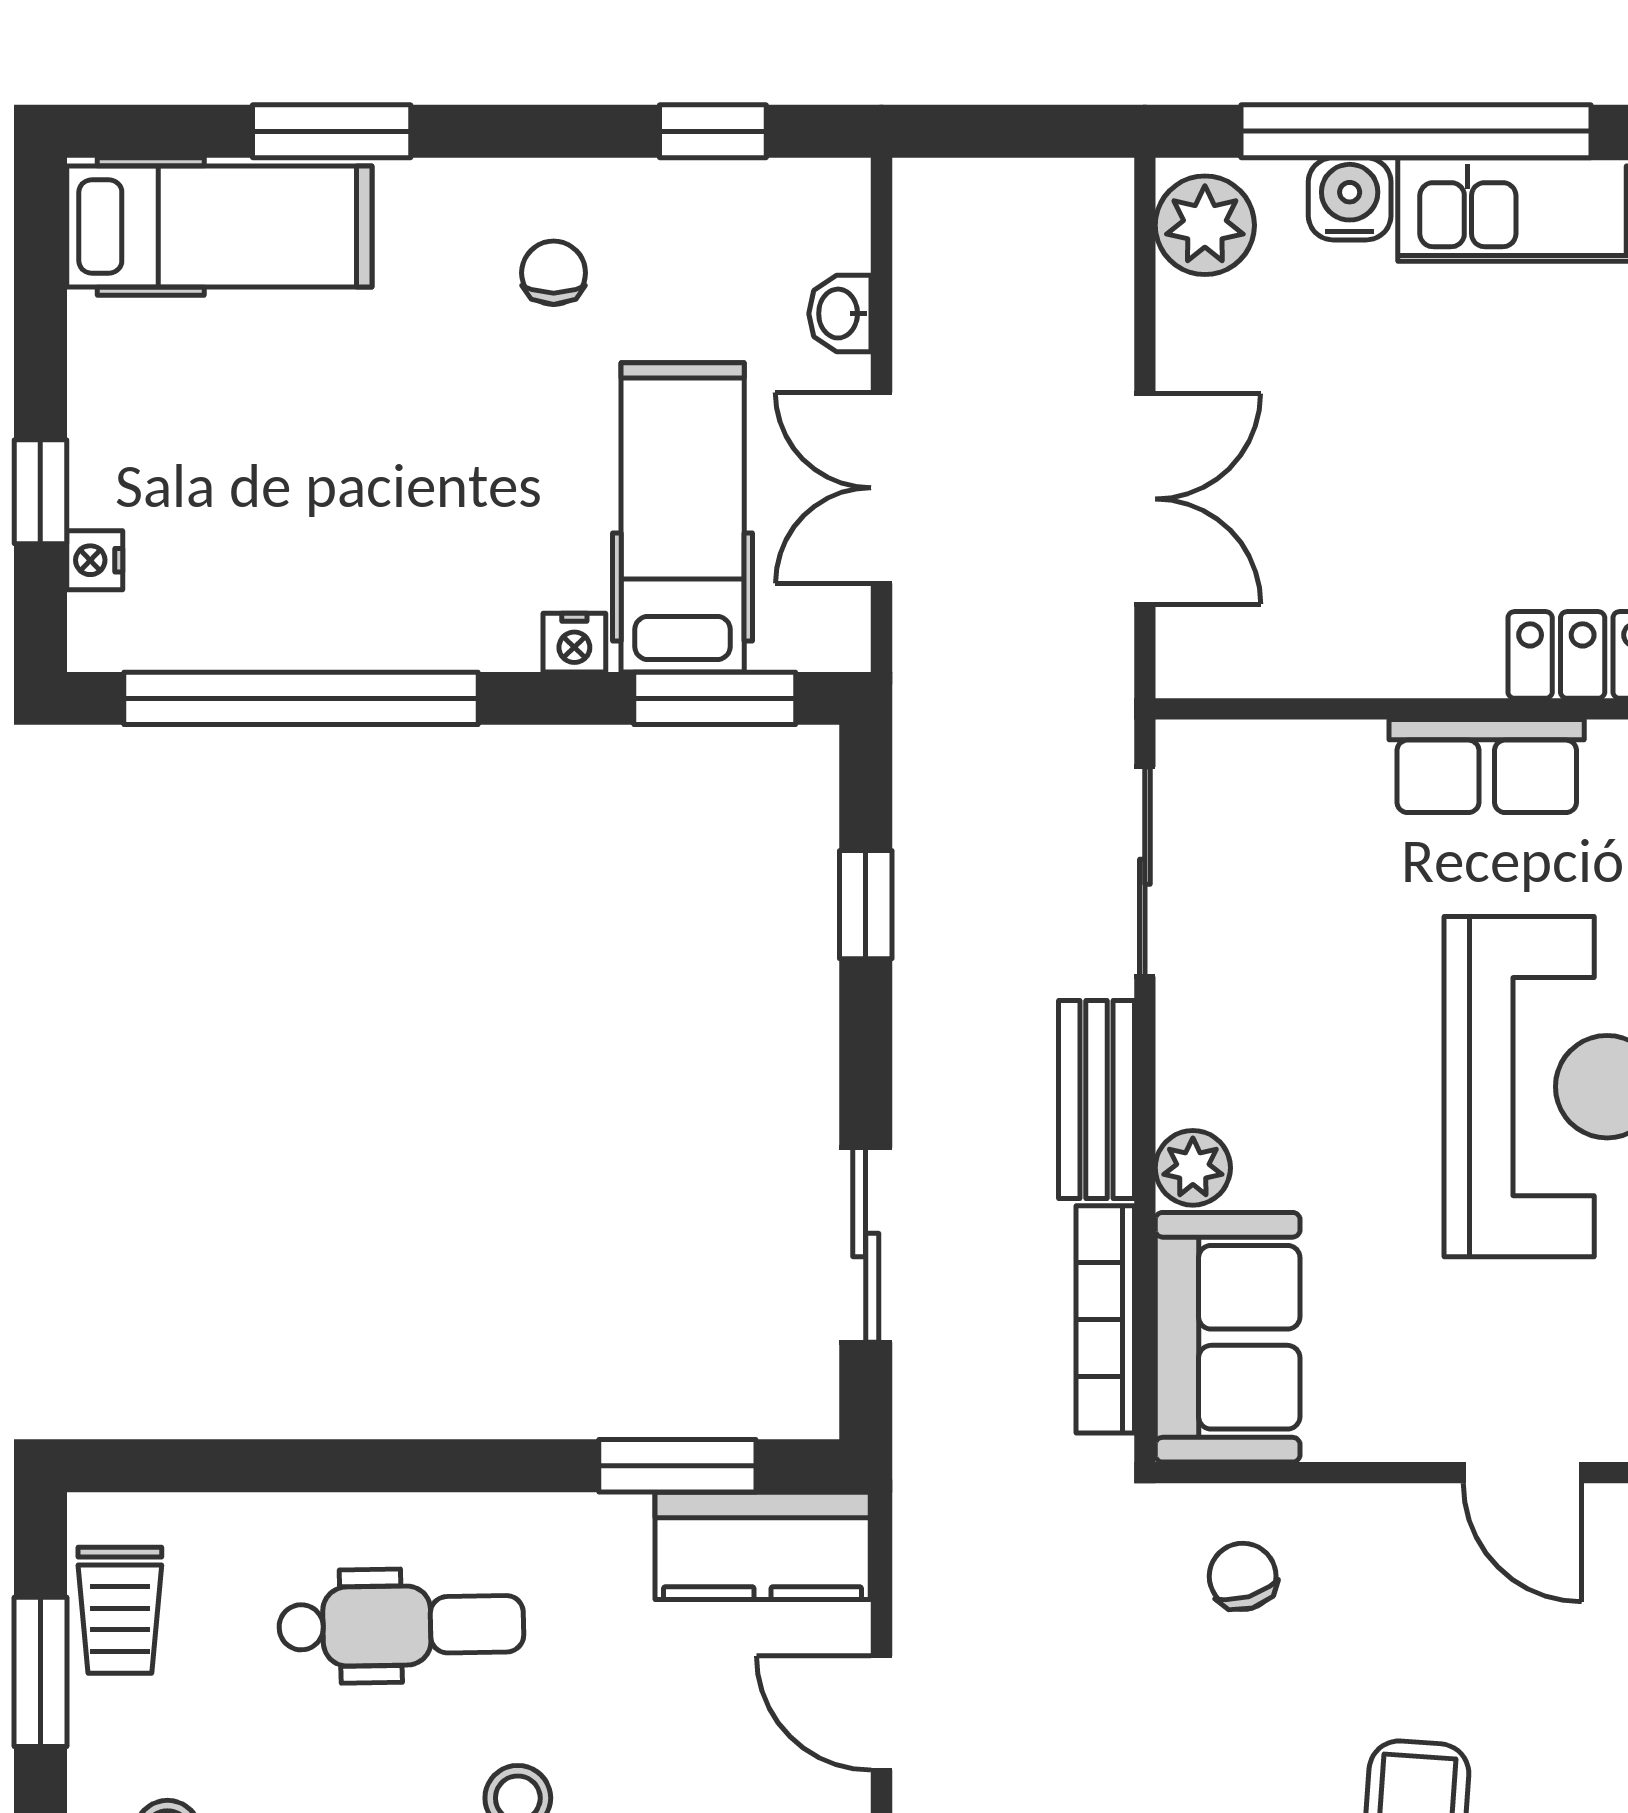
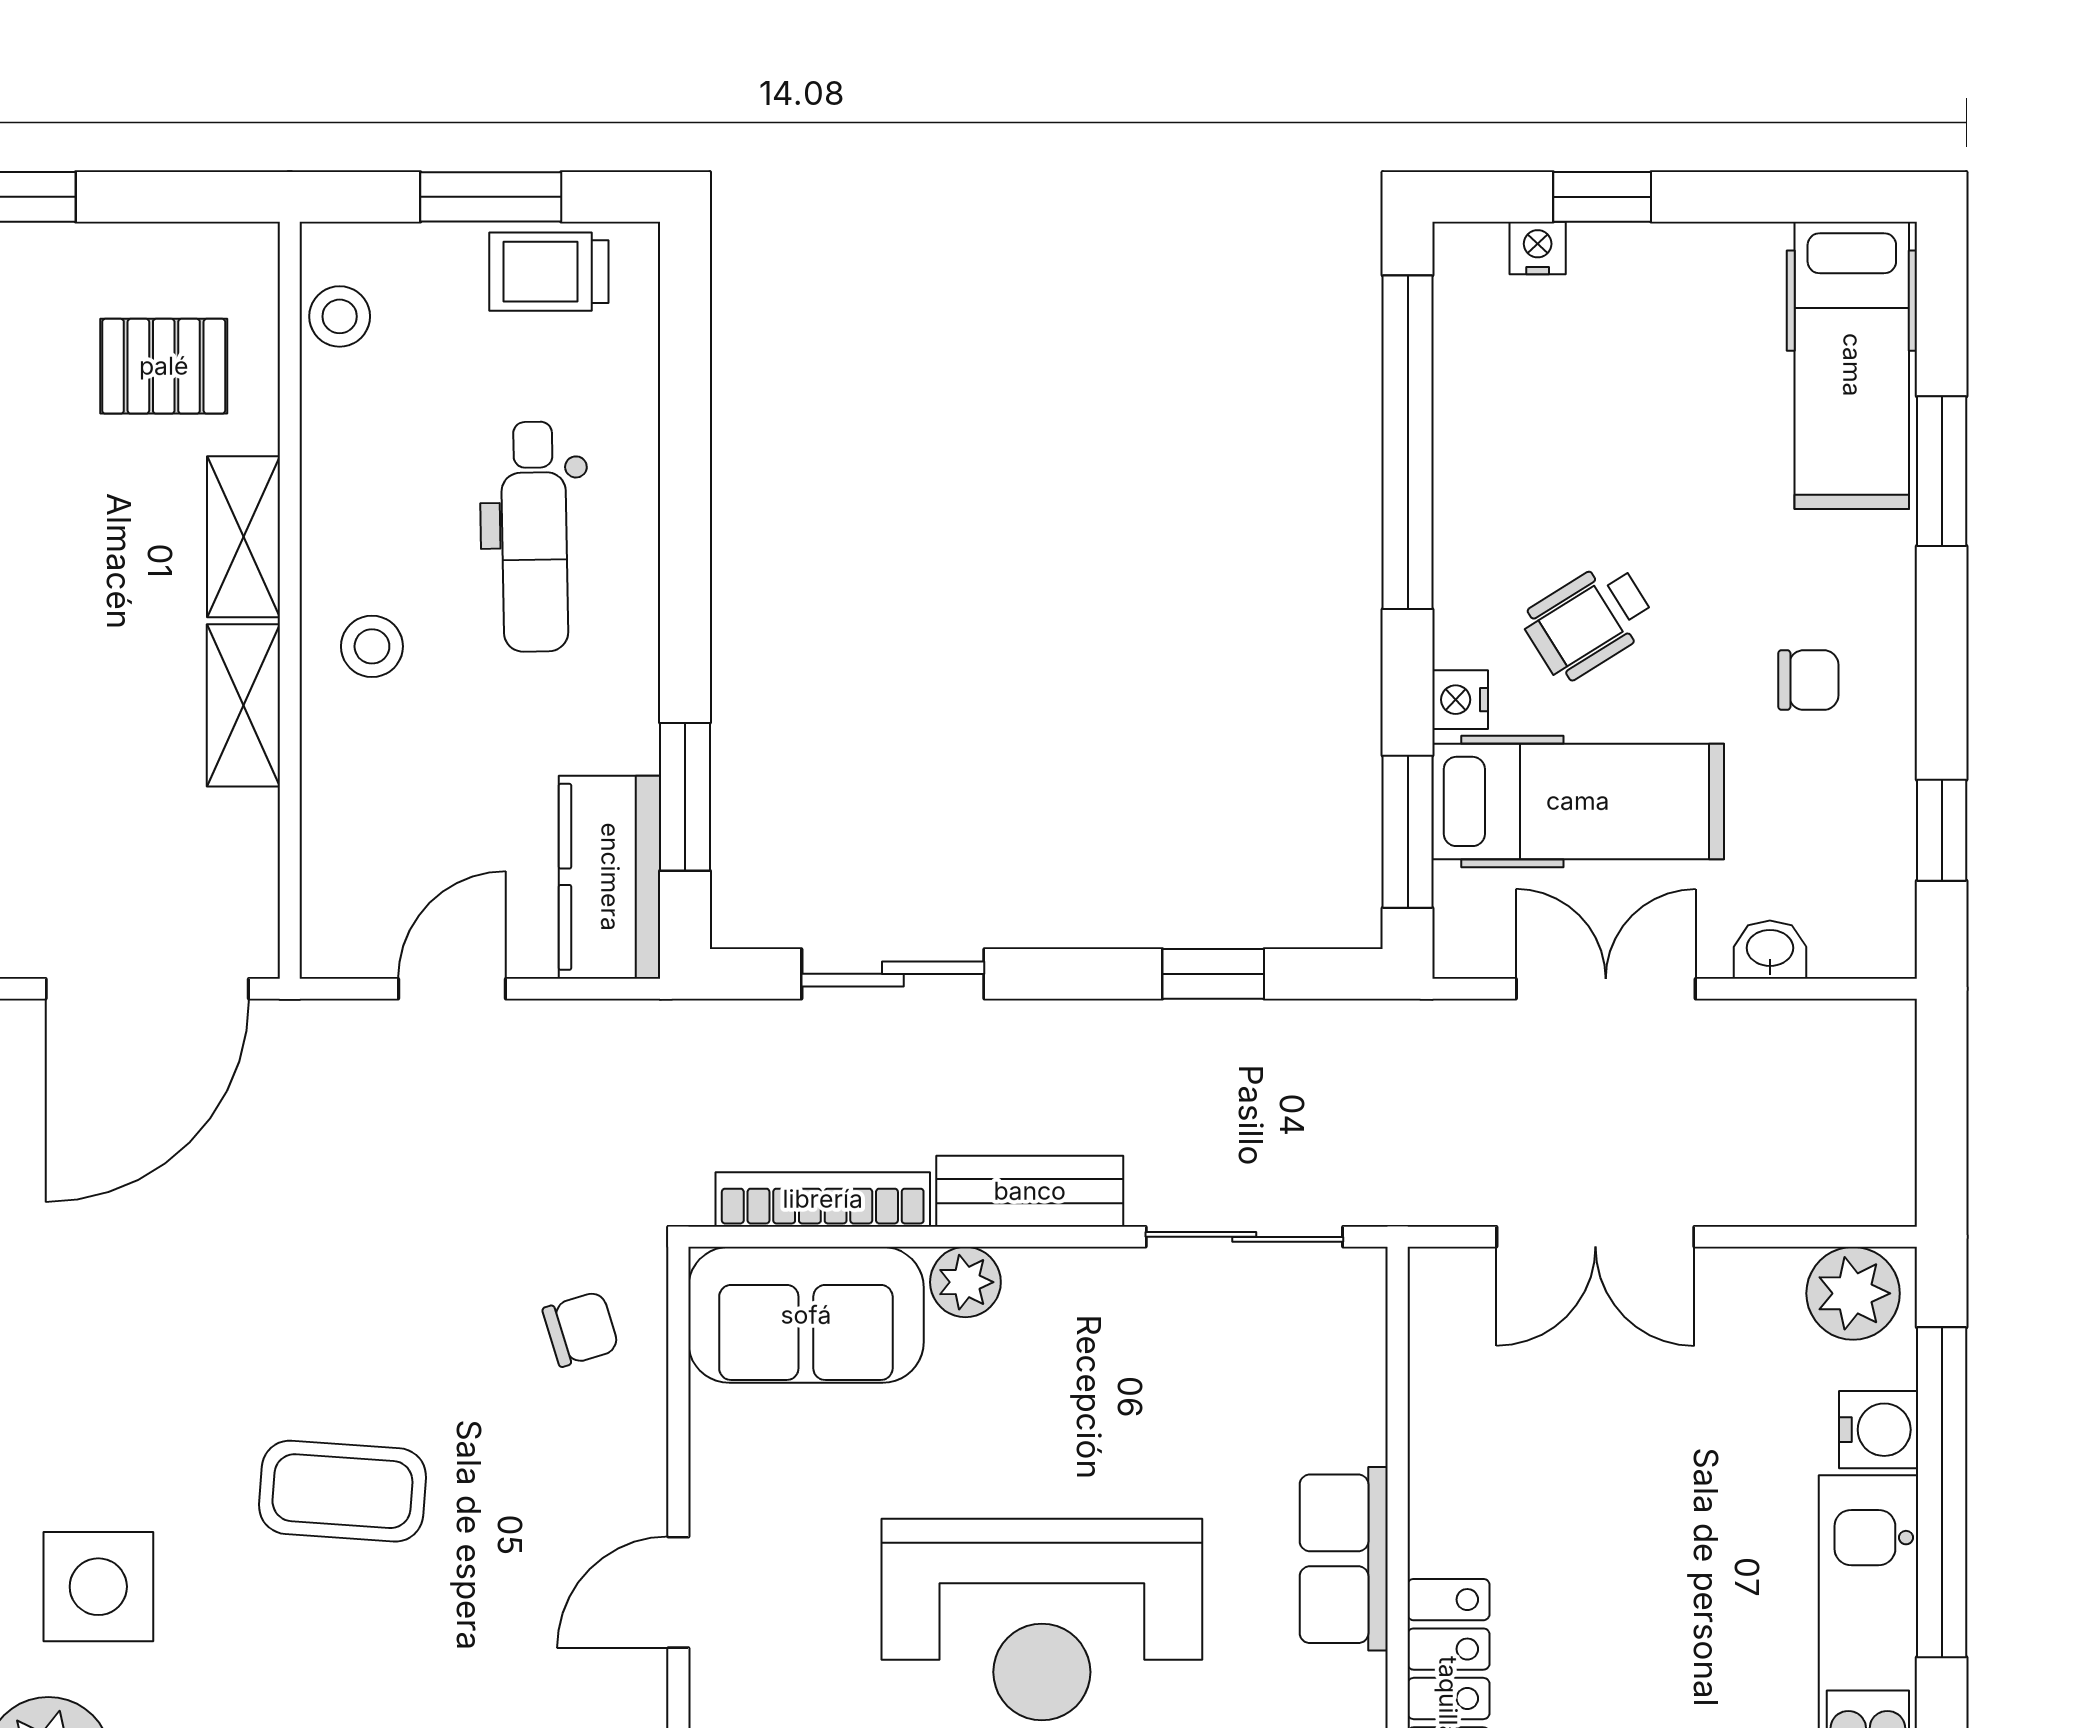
wheelchair: (491, 506) -> (1589, 621), added

